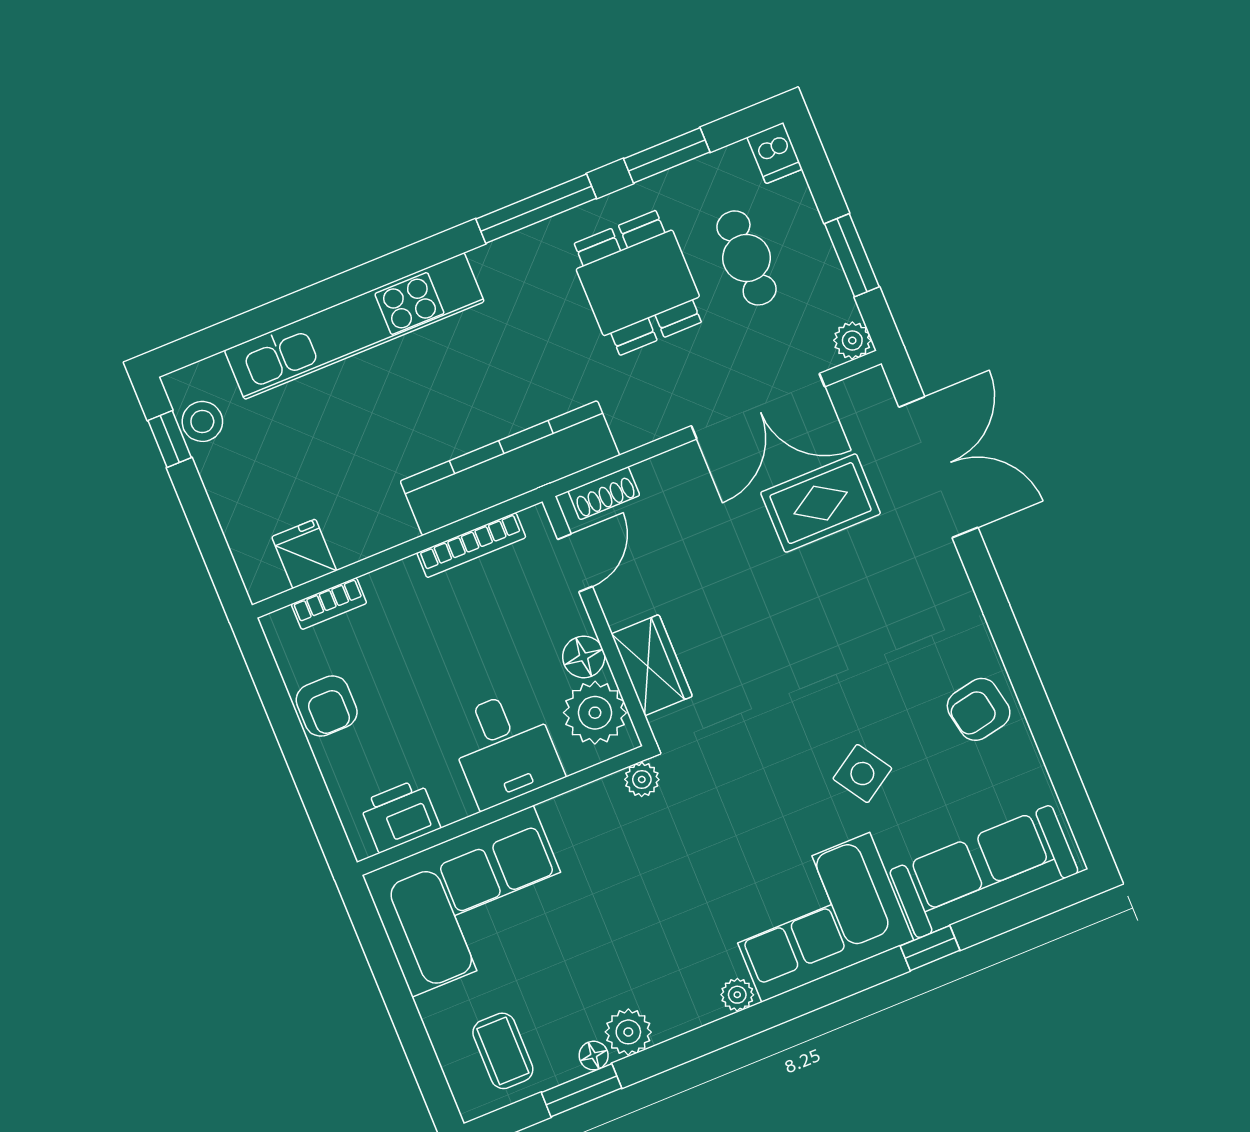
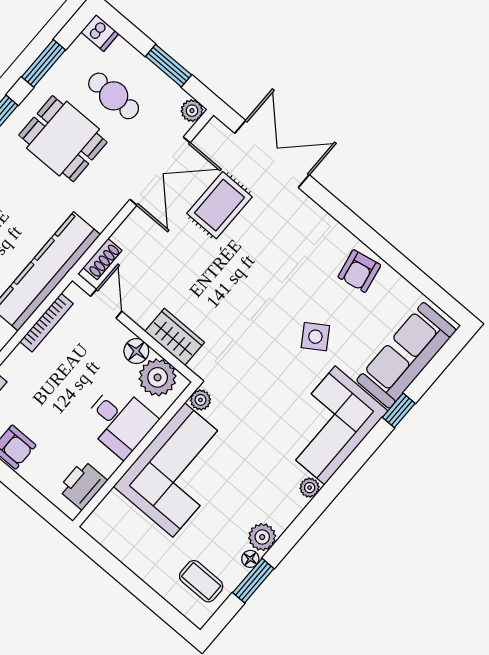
corner sofa: (473, 901) -> (179, 470), moved

